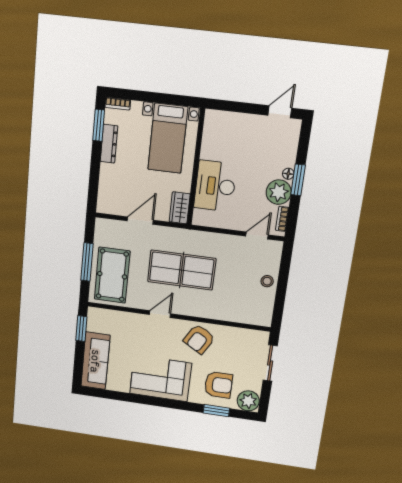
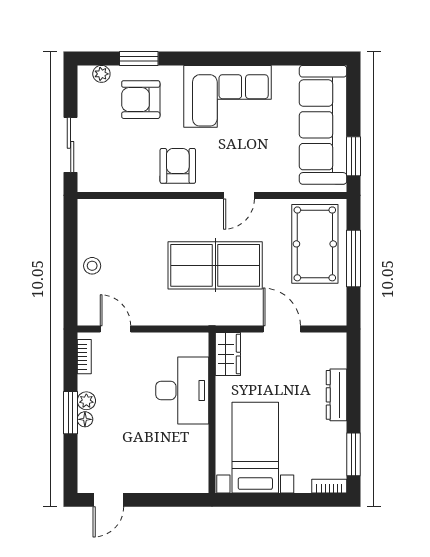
dresser: (109, 144) -> (337, 395), moved
plant: (279, 192) -> (86, 401), width x0.53, depth x0.53
door: (140, 221) -> (282, 329), swing flipped
door: (257, 235) -> (115, 329), swing flipped
armchair: (199, 339) -> (178, 166), turned -30
sofa: (95, 361) -> (323, 125), width x1.36, depth x1.27
plant: (248, 401) -> (101, 74), width x0.53, depth x0.53

